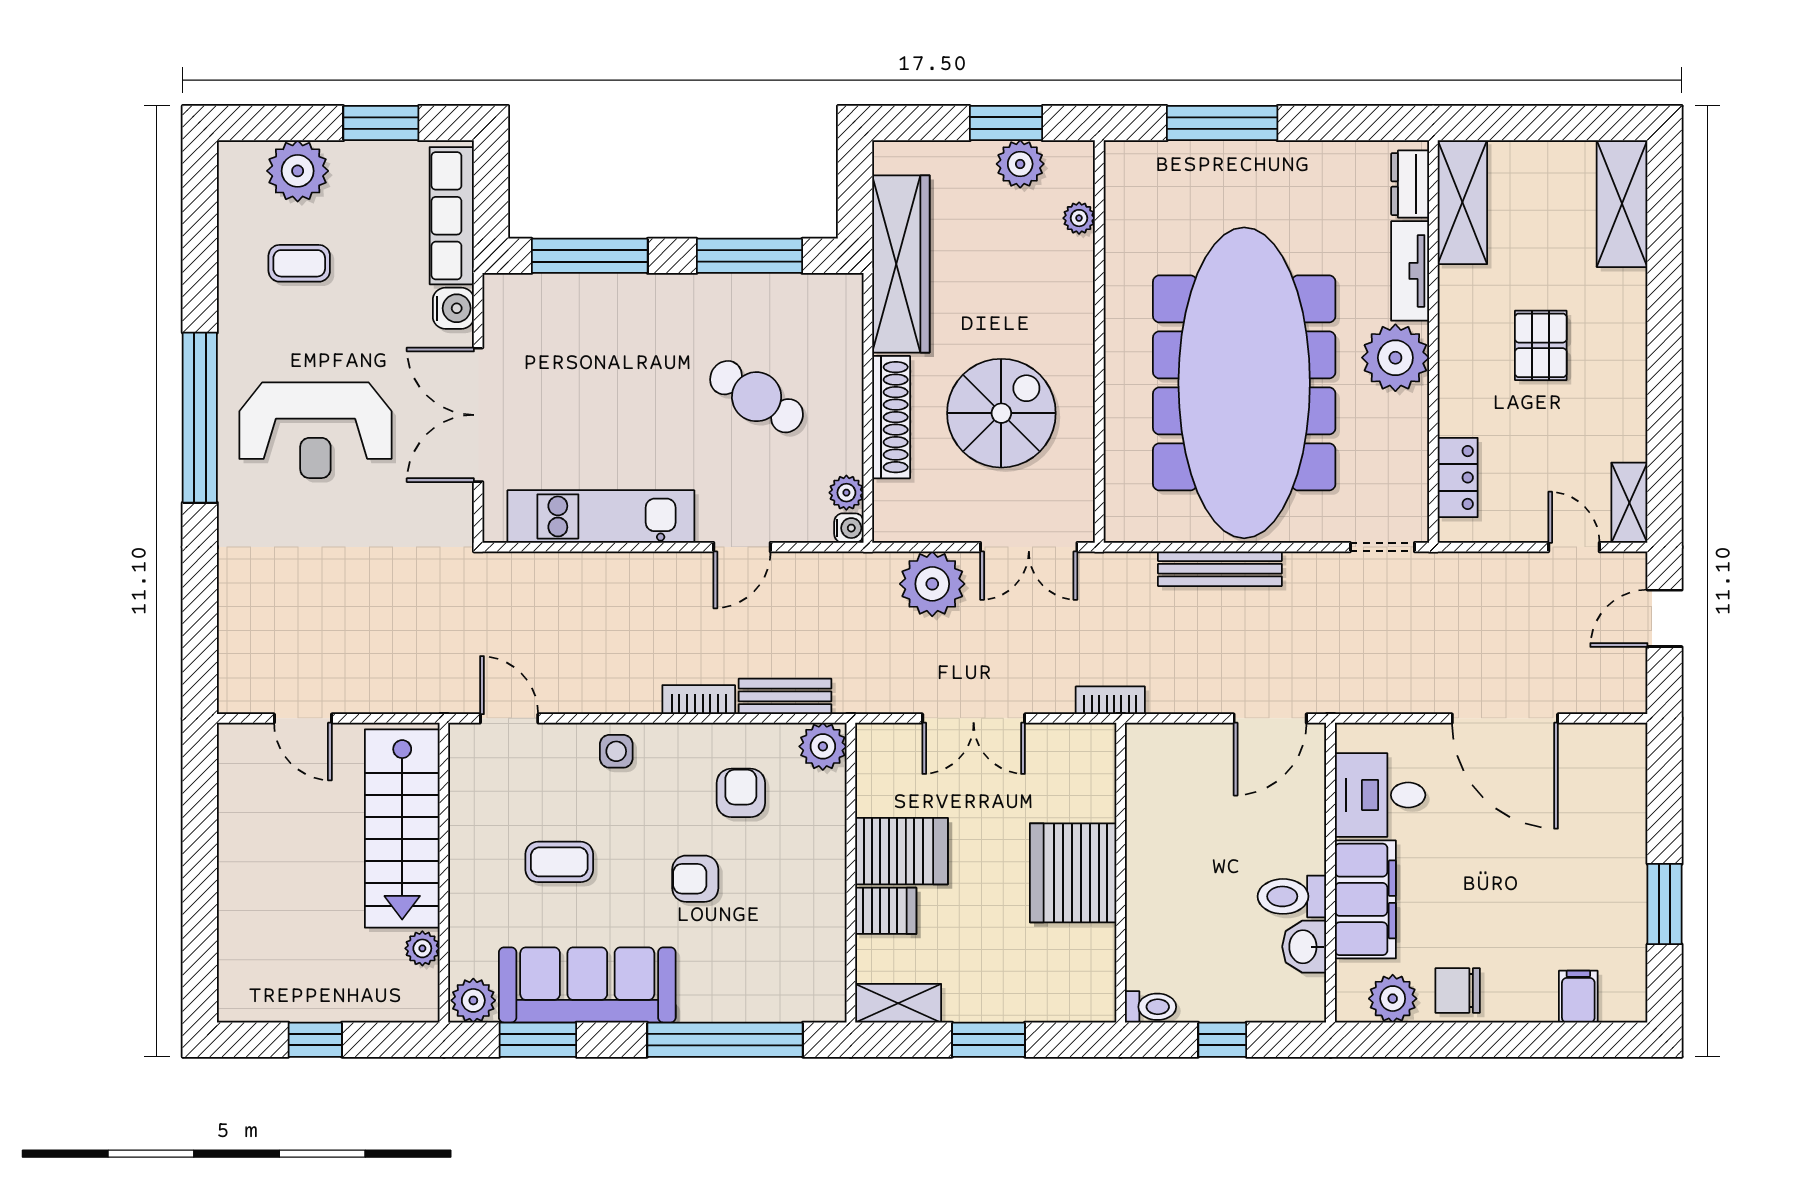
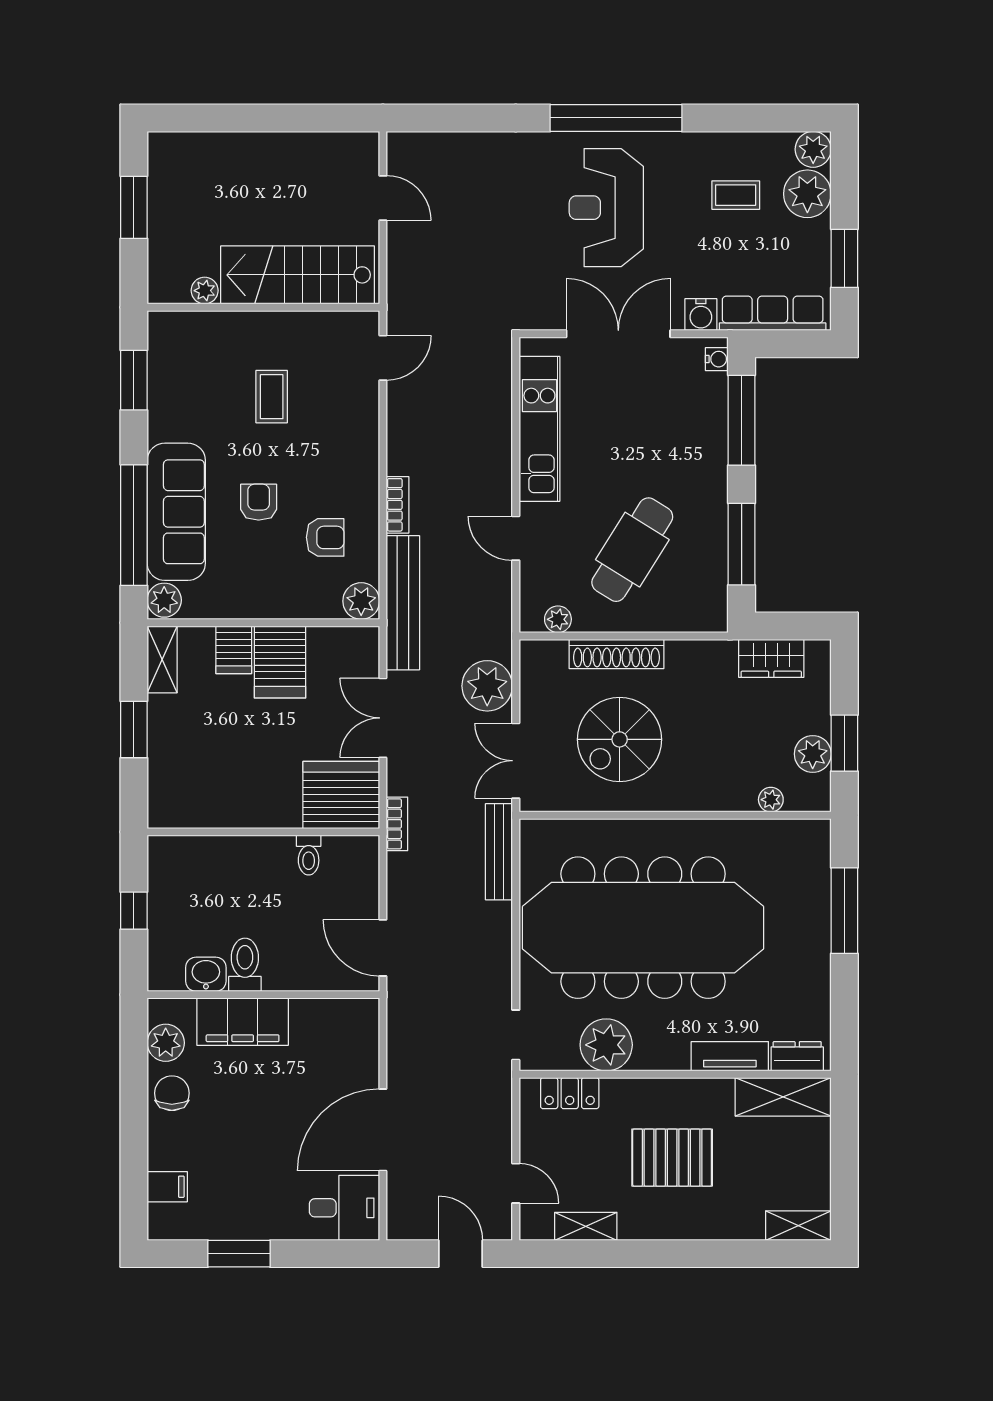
plant: (240, 163) -> (813, 149), added
shelving: (1622, 204) -> (798, 1226), width x0.67, depth x0.75
coffee table: (299, 263) -> (736, 195), turned 90
wardrobe: (901, 264) -> (771, 658), width x0.48, depth x0.85
pallet: (1541, 345) -> (672, 1158), width x1.50, depth x1.42
plant: (1395, 358) -> (606, 1045), moved
cafe table: (757, 397) -> (632, 550), width x1.37, depth x1.35
spiral stairs: (1001, 413) -> (620, 739), turned 90
shelving: (1629, 503) -> (586, 1226), moved
water cooler: (849, 528) -> (717, 359), moved, turned -90
door: (1574, 547) -> (516, 1183), hinge flipped
bench: (1220, 569) -> (499, 852), moved
bench: (785, 696) -> (403, 603), width x1.86, depth x1.21
door: (303, 718) -> (383, 198), swing flipped
side table: (616, 751) -> (357, 441), removed
desk: (1380, 795) -> (344, 1208), moved, turned 90
server rack: (1073, 873) -> (341, 795), moved
sofa: (587, 985) -> (176, 512), moved
plant: (473, 1000) -> (164, 600), moved
toilet: (1151, 1007) -> (309, 855), moved
window: (315, 1040) -> (134, 207), width x1.50

